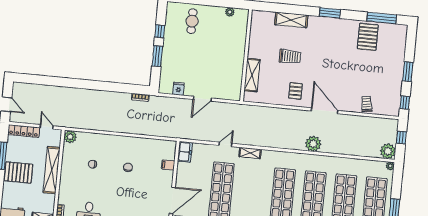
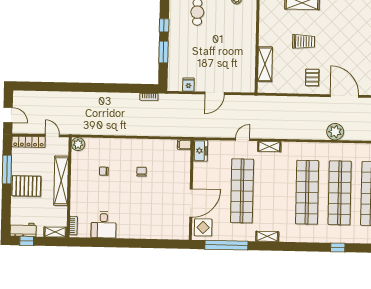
filing cabinet: (168, 165) -> (184, 145), moved

